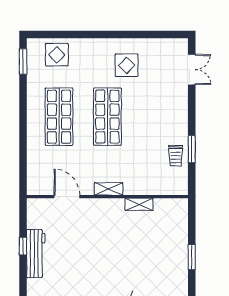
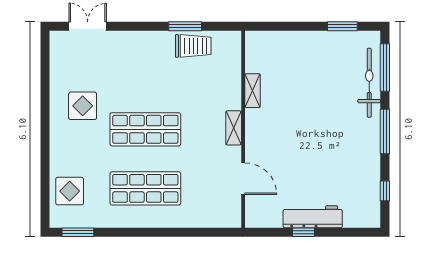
trolley: (176, 156) -> (193, 46), width x1.36, depth x1.39
door: (67, 197) -> (243, 179), swing flipped
window: (192, 257) -> (342, 26), moved

